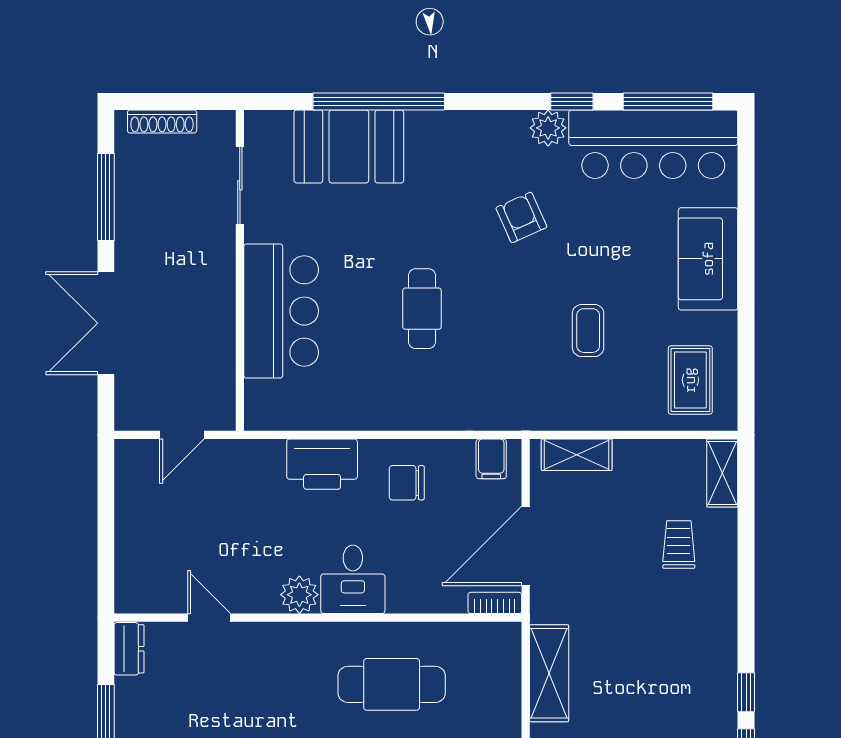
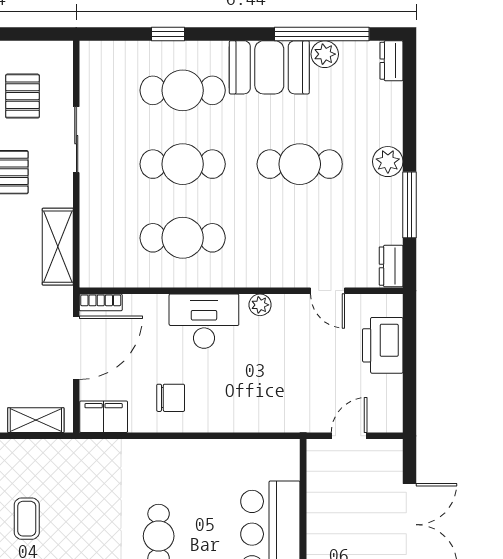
filing cabinet: (491, 459) -> (104, 417), width x2.00
printer: (322, 464) -> (383, 345), moved, turned -90
desk: (353, 579) -> (204, 321), width x1.37
plant: (299, 595) -> (260, 305), width x0.73, depth x0.73

